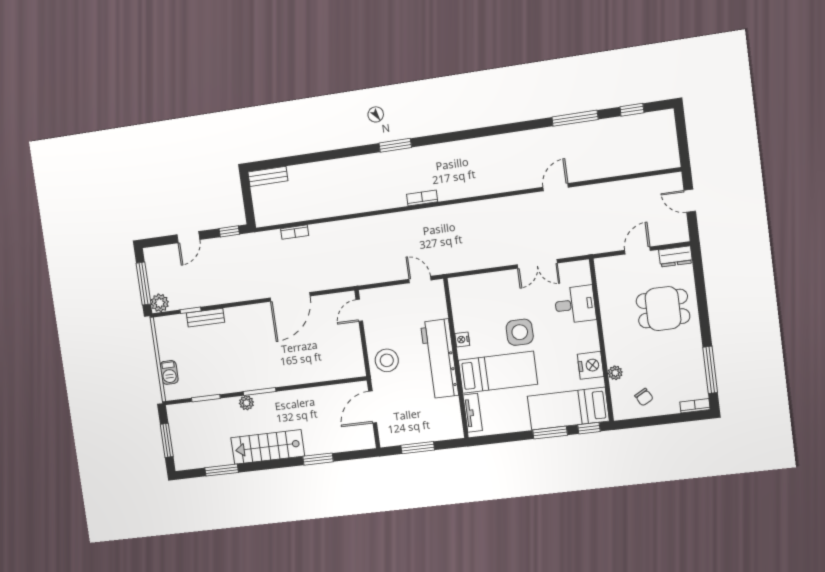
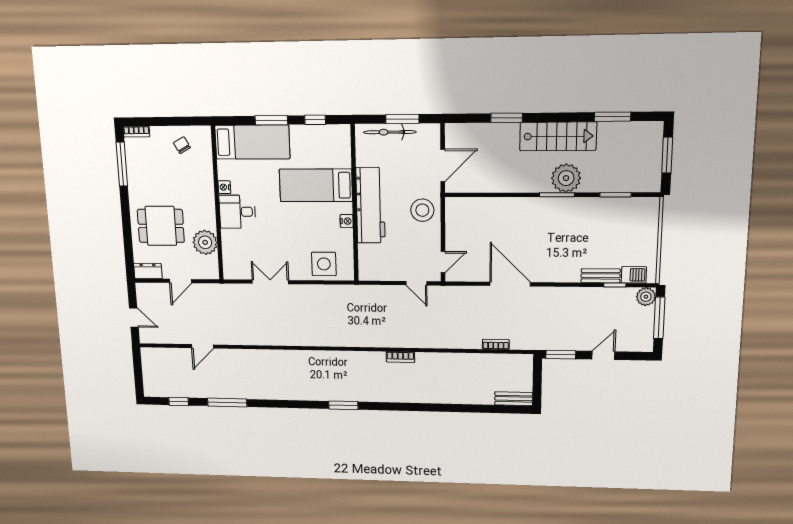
window: (395, 145) -> (343, 405), moved
door: (556, 187) -> (202, 346), moved
bookcase: (422, 198) -> (400, 357), moved
window: (229, 231) -> (561, 355), width x1.50
door: (420, 280) -> (416, 283), moved
door: (290, 297) -> (510, 284), hinge flipped
desk: (575, 304) -> (237, 212), moved
side table: (520, 332) -> (324, 264), moved
nightstand: (591, 365) -> (224, 187), width x0.53, depth x0.56
barbecue: (169, 372) -> (634, 275), moved, turned 90
plant: (615, 373) -> (205, 242), moved, width x1.88, depth x1.88
plant: (246, 403) -> (566, 178), width x1.87, depth x1.87
tv unit: (473, 413) -> (344, 148), removed
window: (589, 428) -> (315, 120), moved
bicycle: (428, 434) -> (390, 132), added

